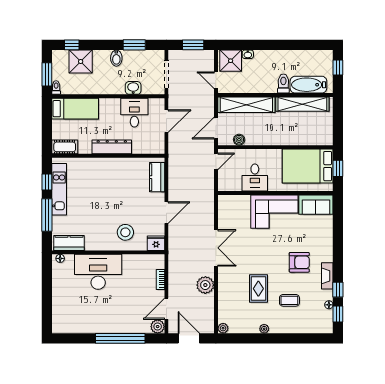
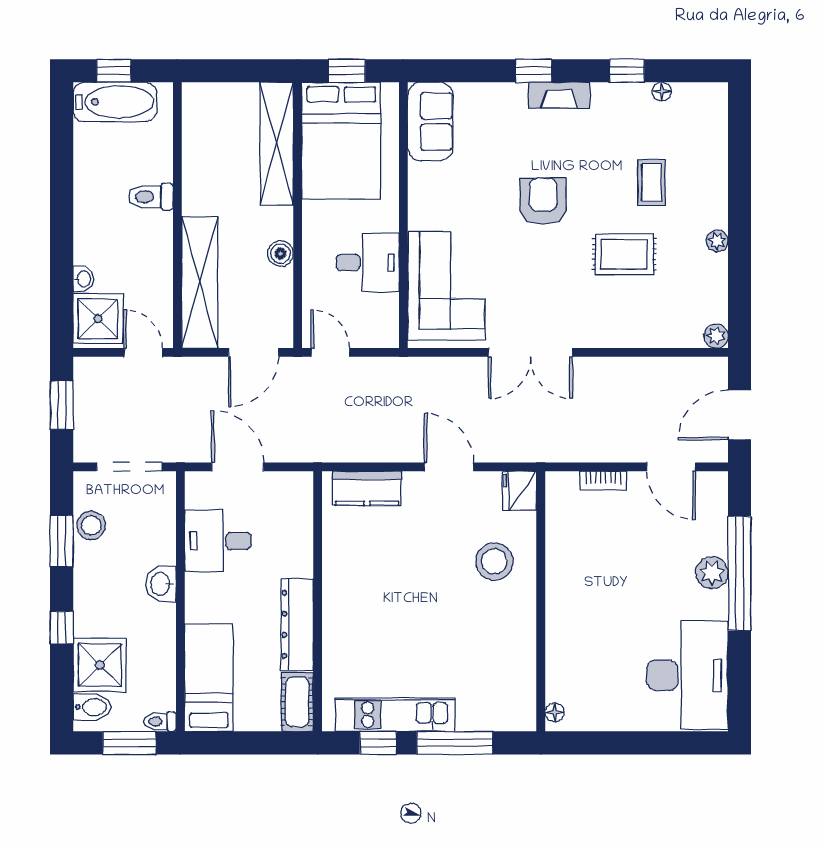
window: (72, 45) -> (62, 628), moved
bidet: (116, 58) -> (92, 707), moved
stool: (141, 58) -> (91, 525), added
door: (216, 80) -> (143, 352), swing flipped
bathtub: (308, 85) -> (115, 102), moved, turned -90
washbasin: (133, 88) -> (161, 584), moved
shelving: (302, 104) -> (277, 143), moved
door: (216, 128) -> (253, 352), hinge flipped
boiler: (239, 140) -> (280, 254), moved
dresser: (112, 147) -> (297, 624), moved
corner sofa: (274, 212) -> (446, 286), moved
kitchen counter: (69, 243) -> (519, 692), removed
double door: (216, 248) -> (530, 352), swing flipped
armchair: (299, 262) -> (543, 201), moved
desk: (98, 272) -> (688, 675), moved, turned 180
fireplace: (327, 276) -> (559, 95), moved
plant: (205, 285) -> (616, 377), removed
window: (338, 314) -> (533, 71), moved
plant: (158, 327) -> (712, 573), moved

